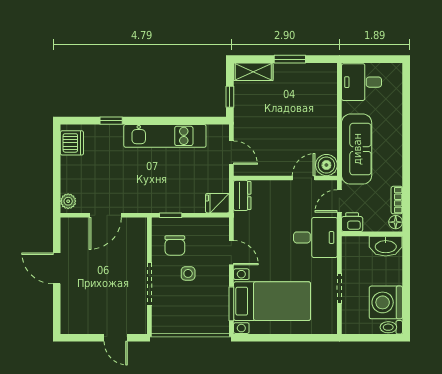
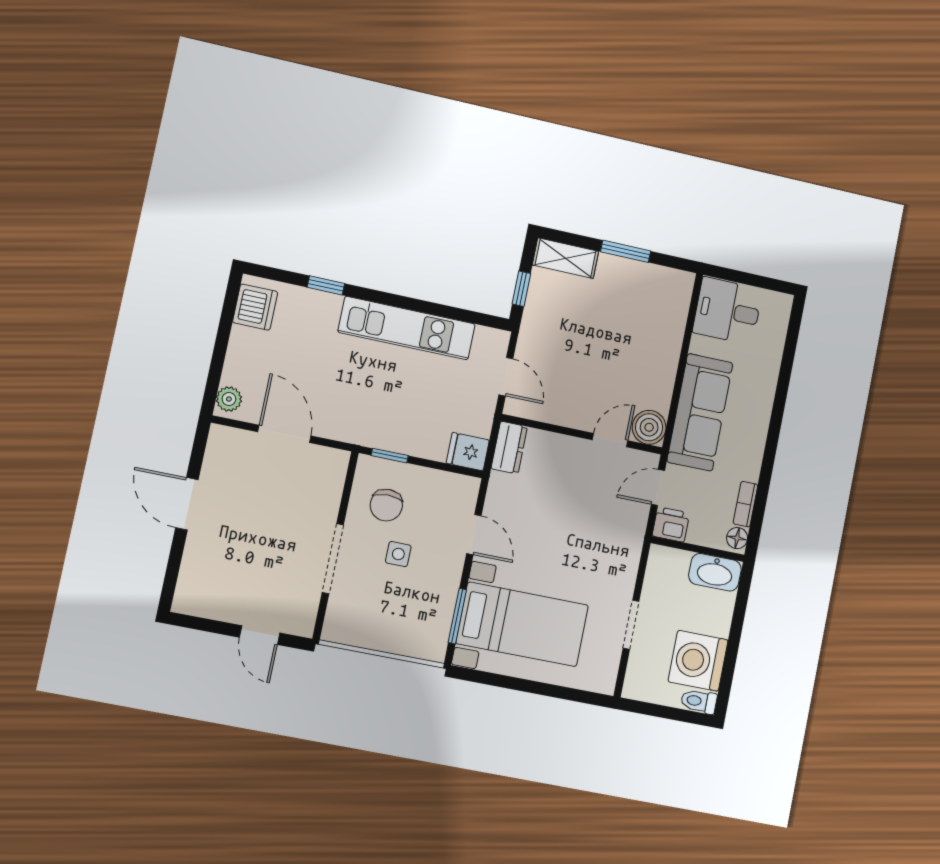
door: (105, 215) -> (284, 434), swing flipped
desk: (315, 237) -> (610, 537), removed

